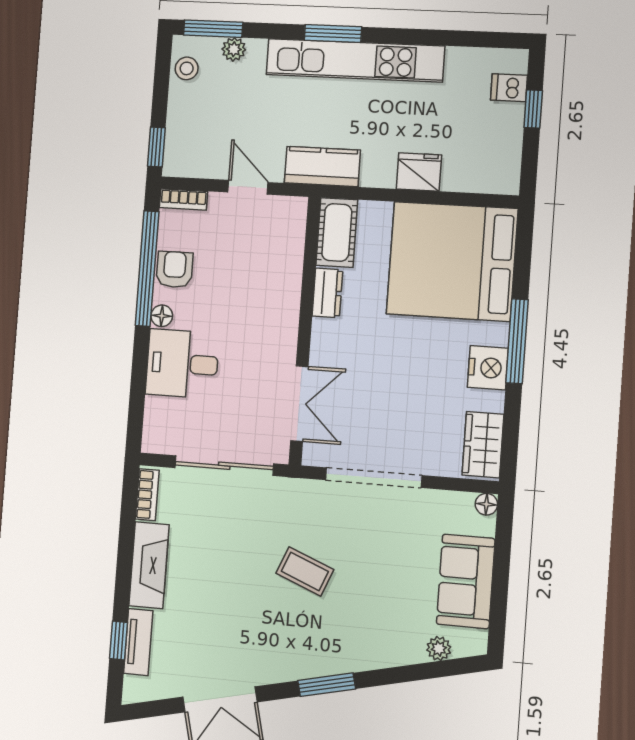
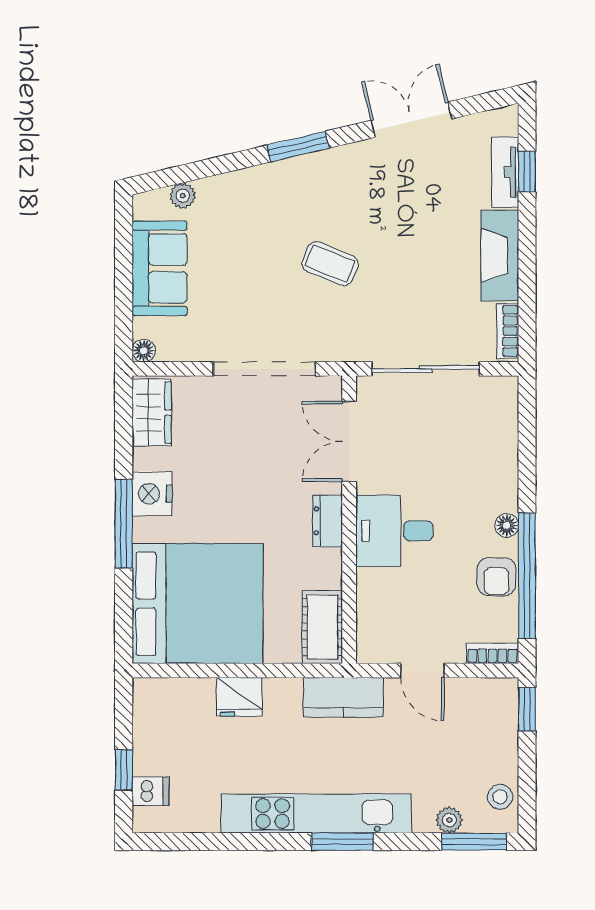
dresser: (327, 293) -> (328, 521), moved
desk: (182, 364) -> (394, 531), moved, turned 180

